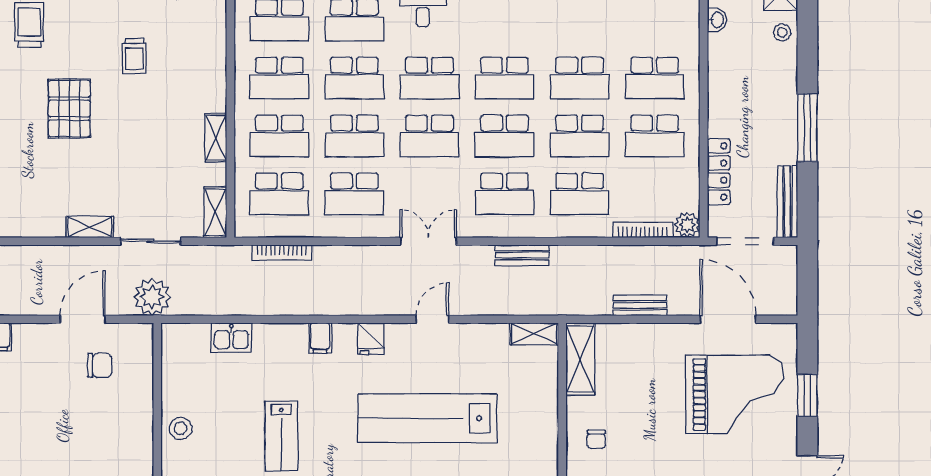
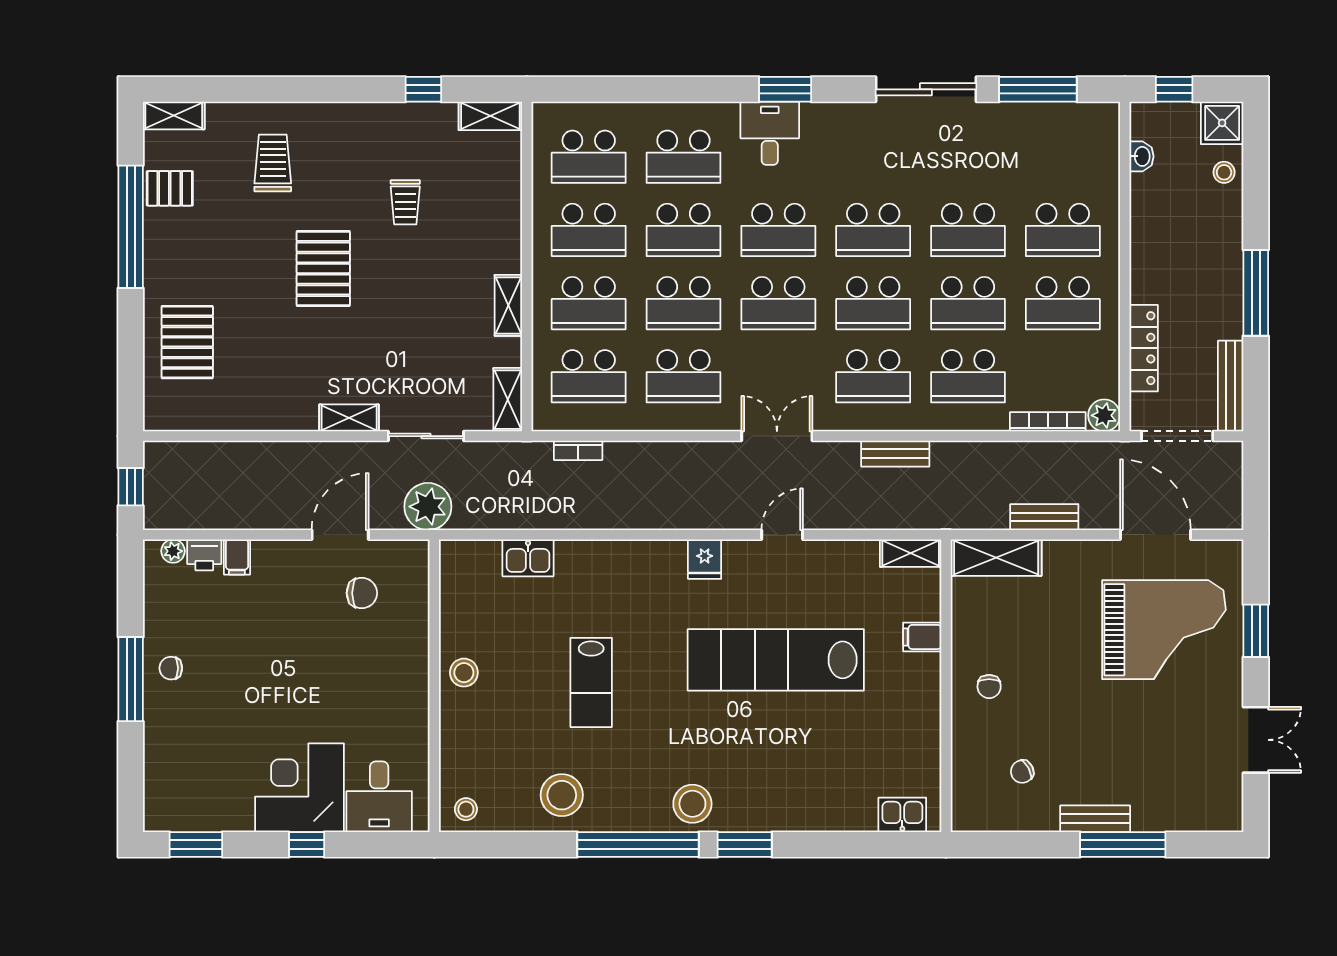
bookcase: (282, 252) -> (578, 450), width x0.64
filing cabinet: (320, 338) -> (922, 637), moved, turned 90
shelving: (580, 359) -> (996, 558), moved, turned 90

